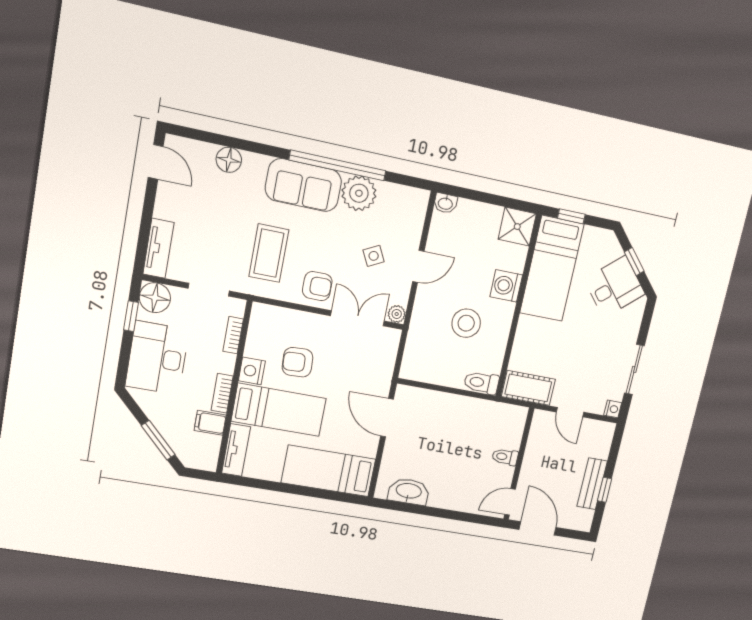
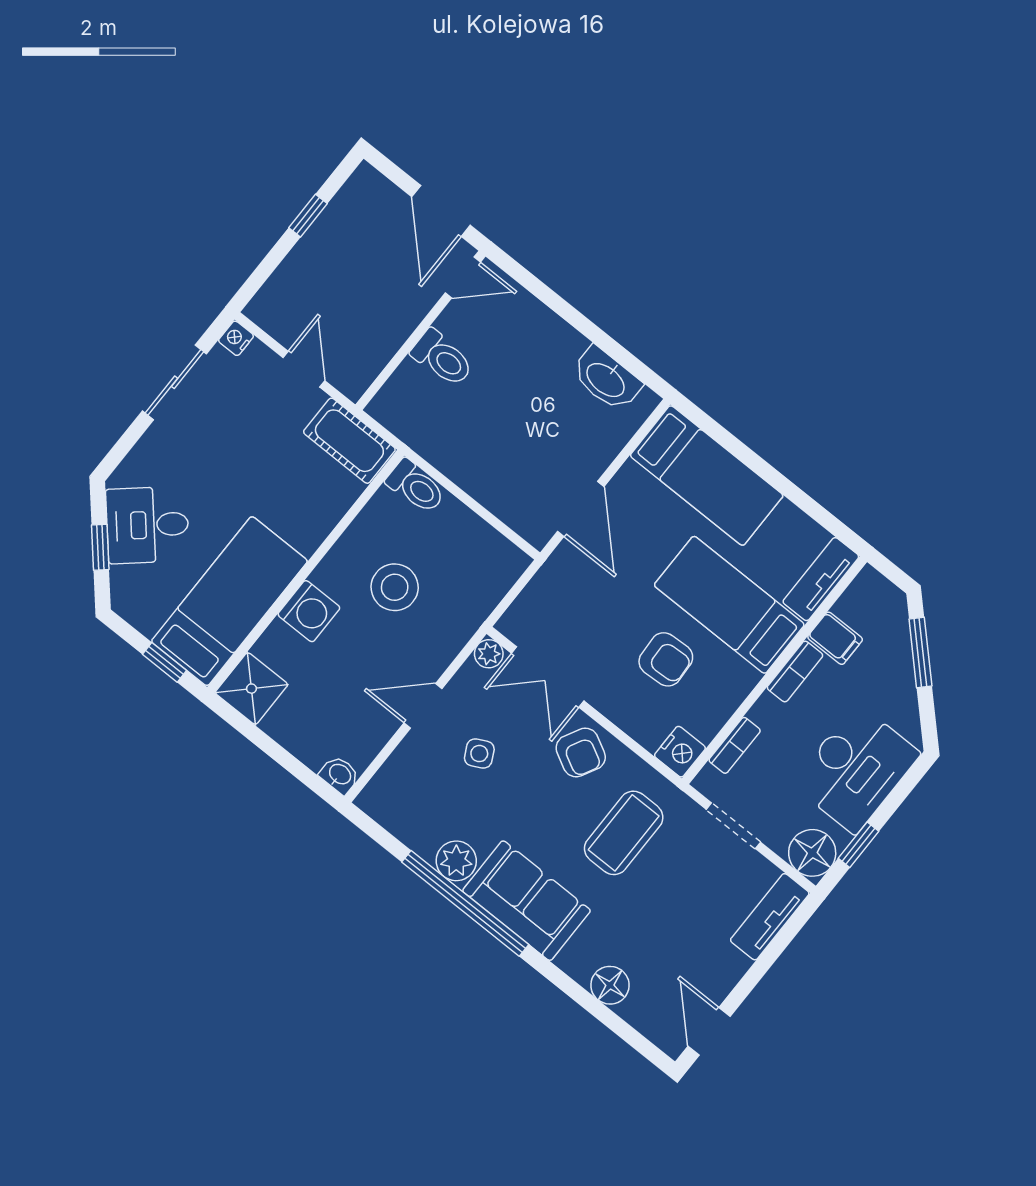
plant: (359, 193) -> (456, 861), width x0.73, depth x0.73
armchair: (317, 286) -> (581, 752), turned -152
nightstand: (252, 371) -> (680, 752), moved
toilet: (505, 457) -> (442, 358), width x1.37, depth x1.39
bench: (592, 484) -> (323, 236), removed

